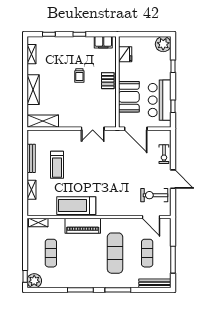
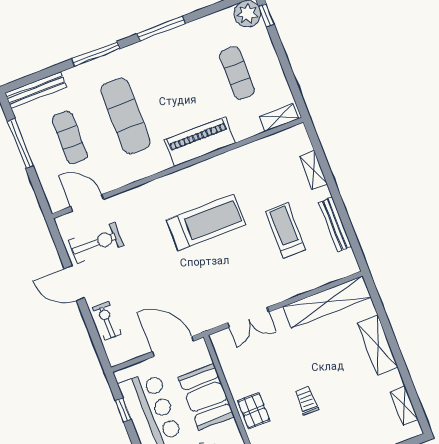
shelving: (43, 121) -> (327, 302), width x1.47
double door: (93, 129) -> (248, 317), swing flipped
treadmill: (76, 206) -> (206, 222), moved

